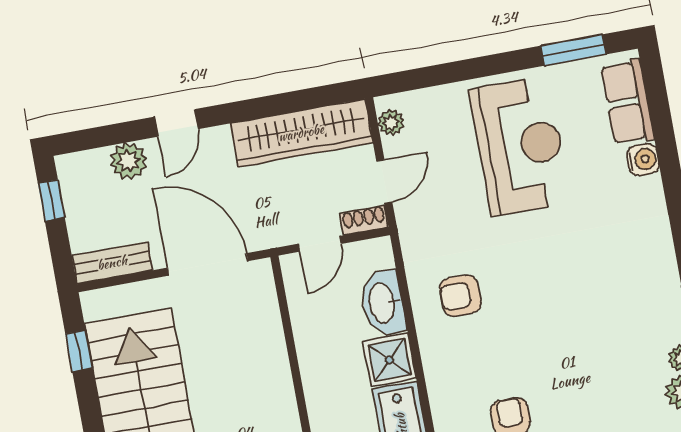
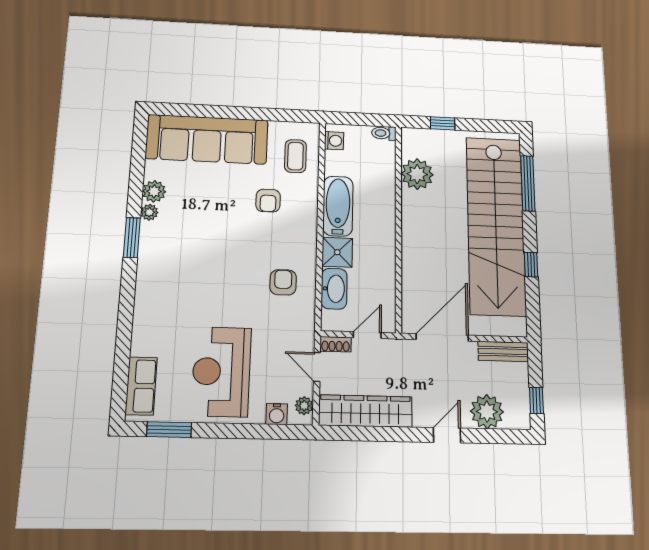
water cooler: (643, 160) -> (277, 414), moved, turned -90
plant: (128, 161) -> (487, 412), width x1.36, depth x1.36
door: (384, 182) -> (317, 367), hinge flipped
door: (208, 264) -> (442, 337), swing flipped
armchair: (460, 296) -> (283, 282), turned -90
window: (79, 351) -> (531, 265), moved

